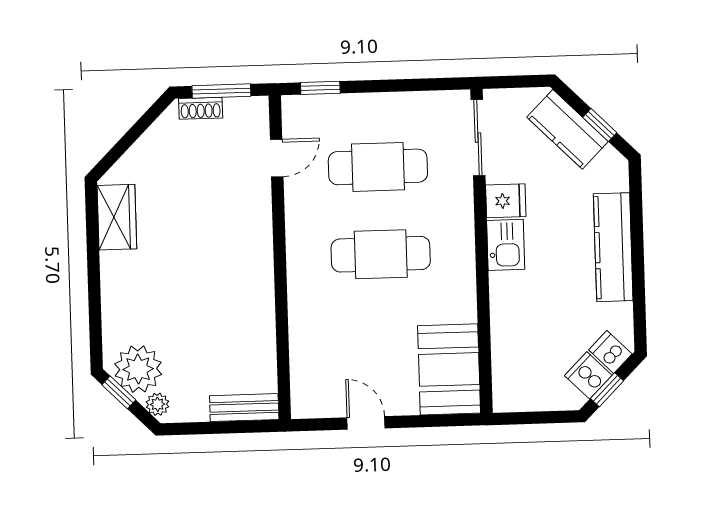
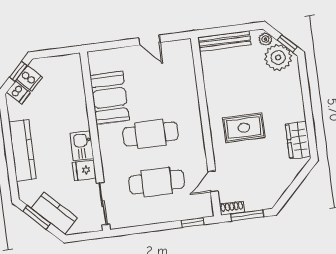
shoe rack: (201, 108) -> (232, 208), moved
window: (600, 125) -> (37, 217), width x1.50
rug: (212, 249) -> (244, 128), added
booth: (449, 369) -> (110, 98), moved
bench: (244, 408) -> (224, 41), width x1.36

